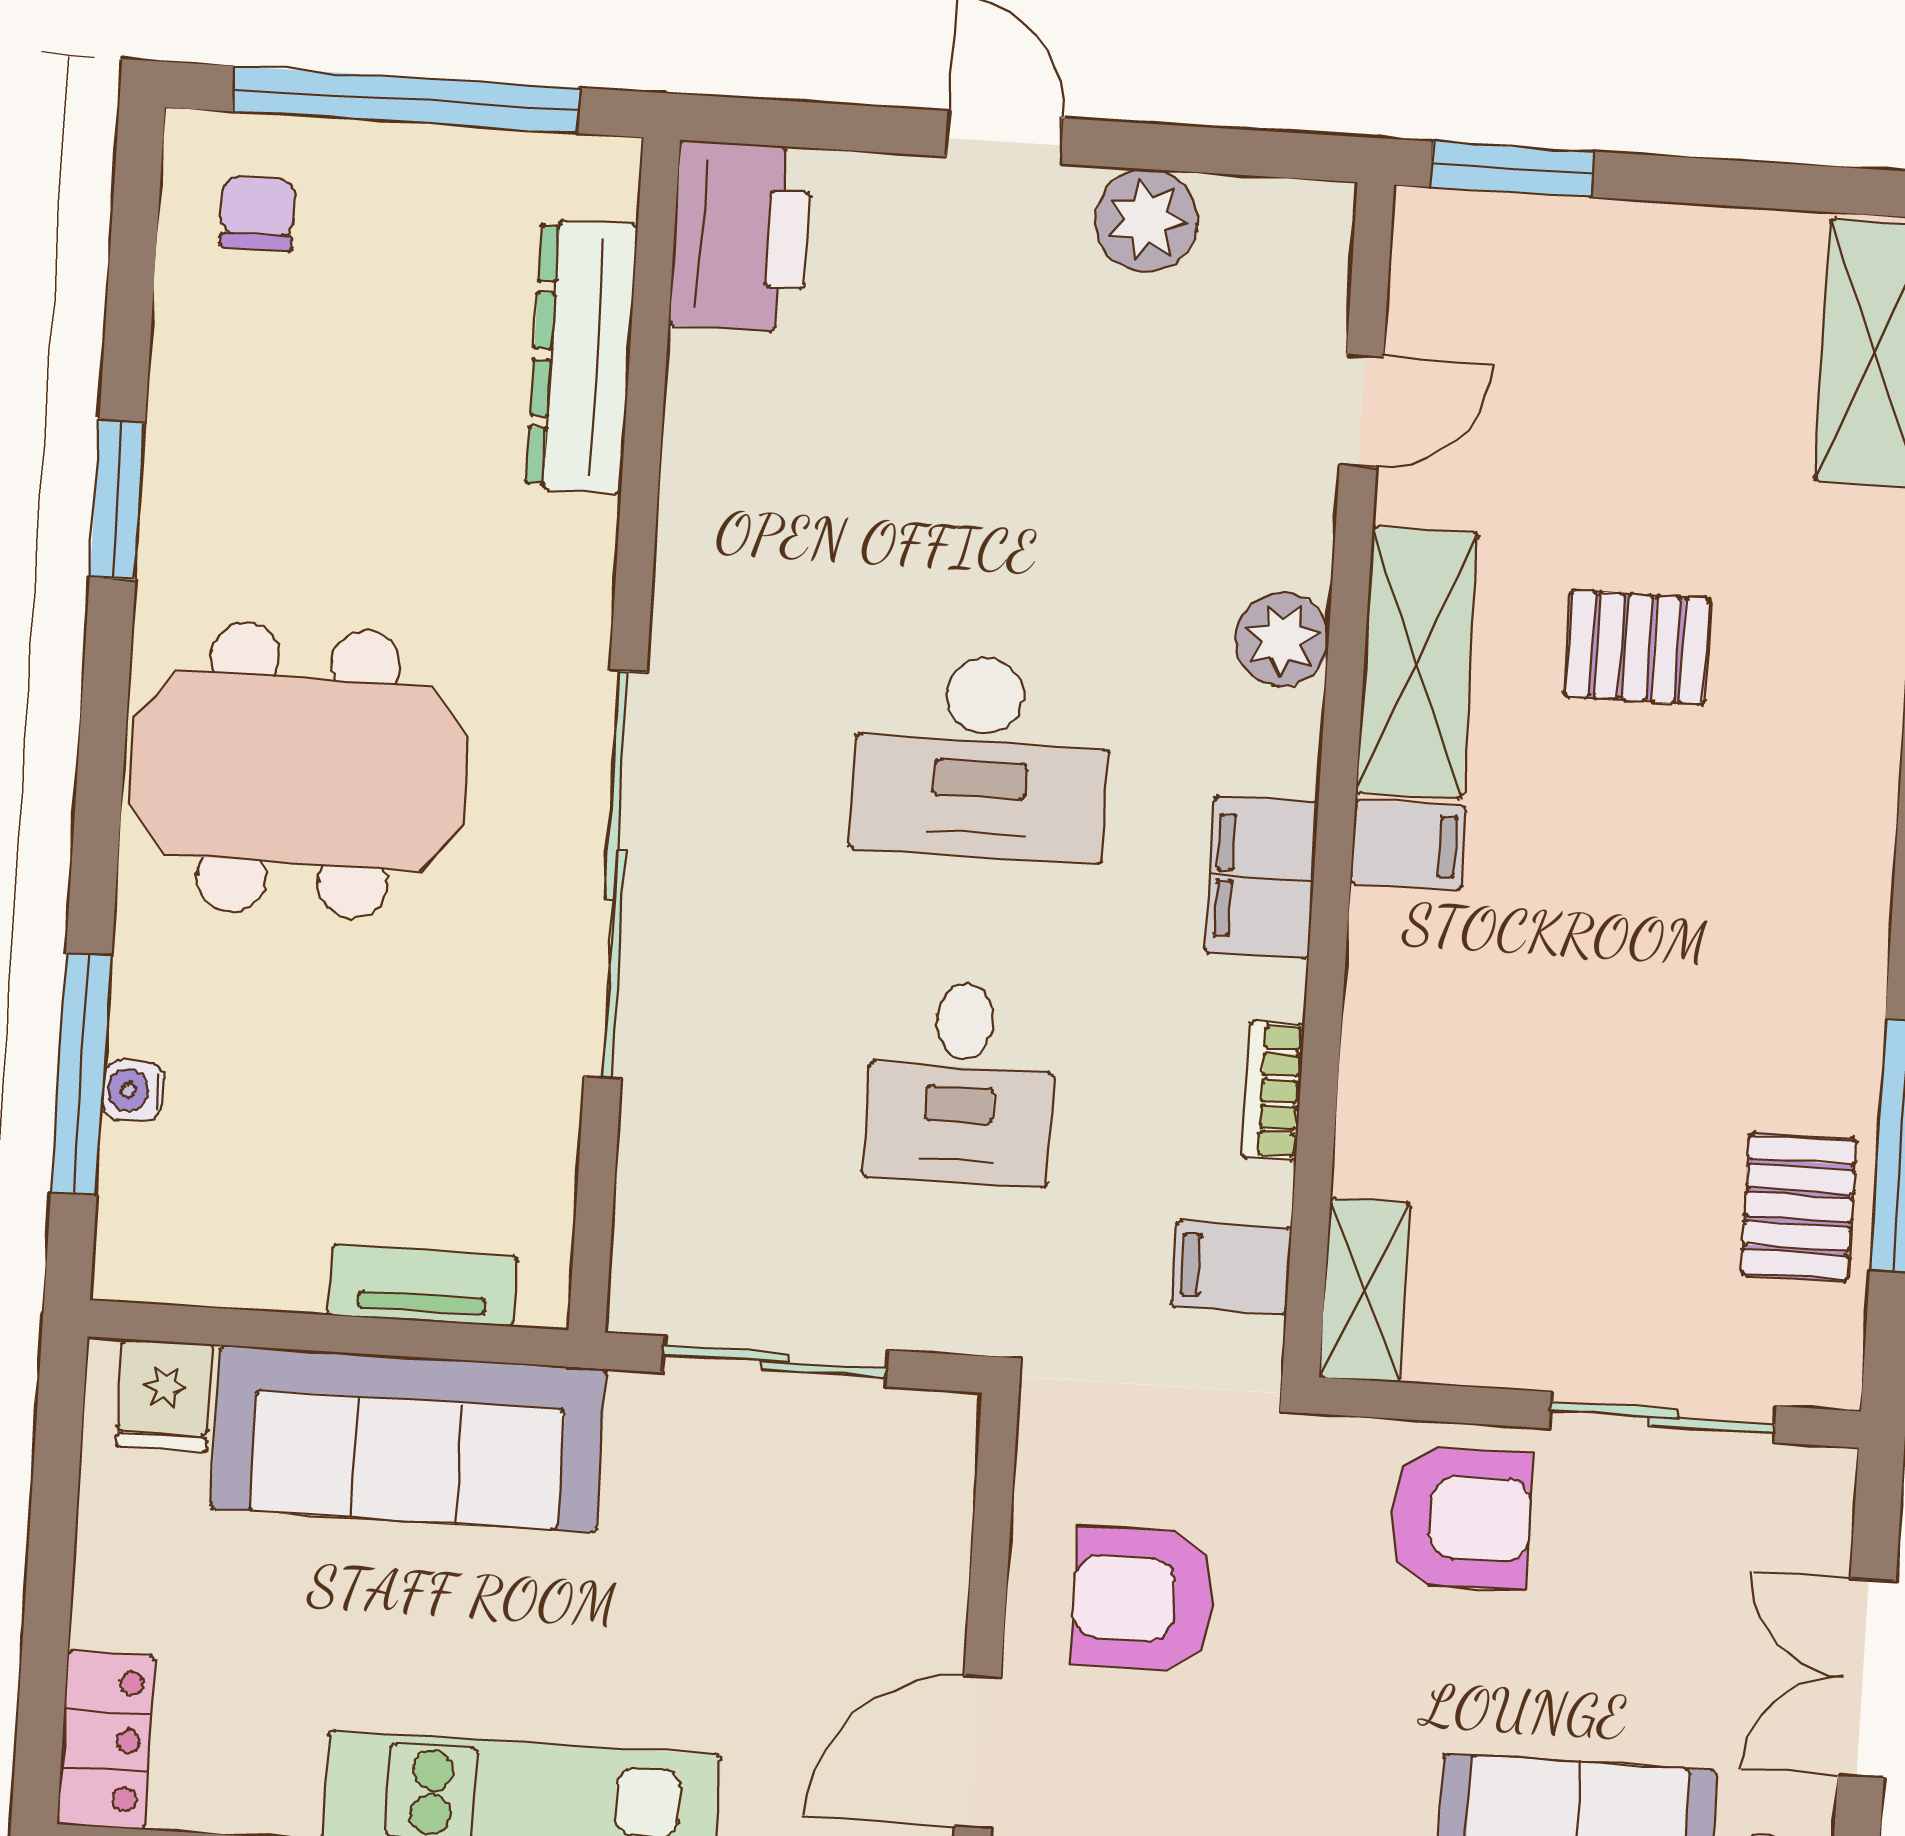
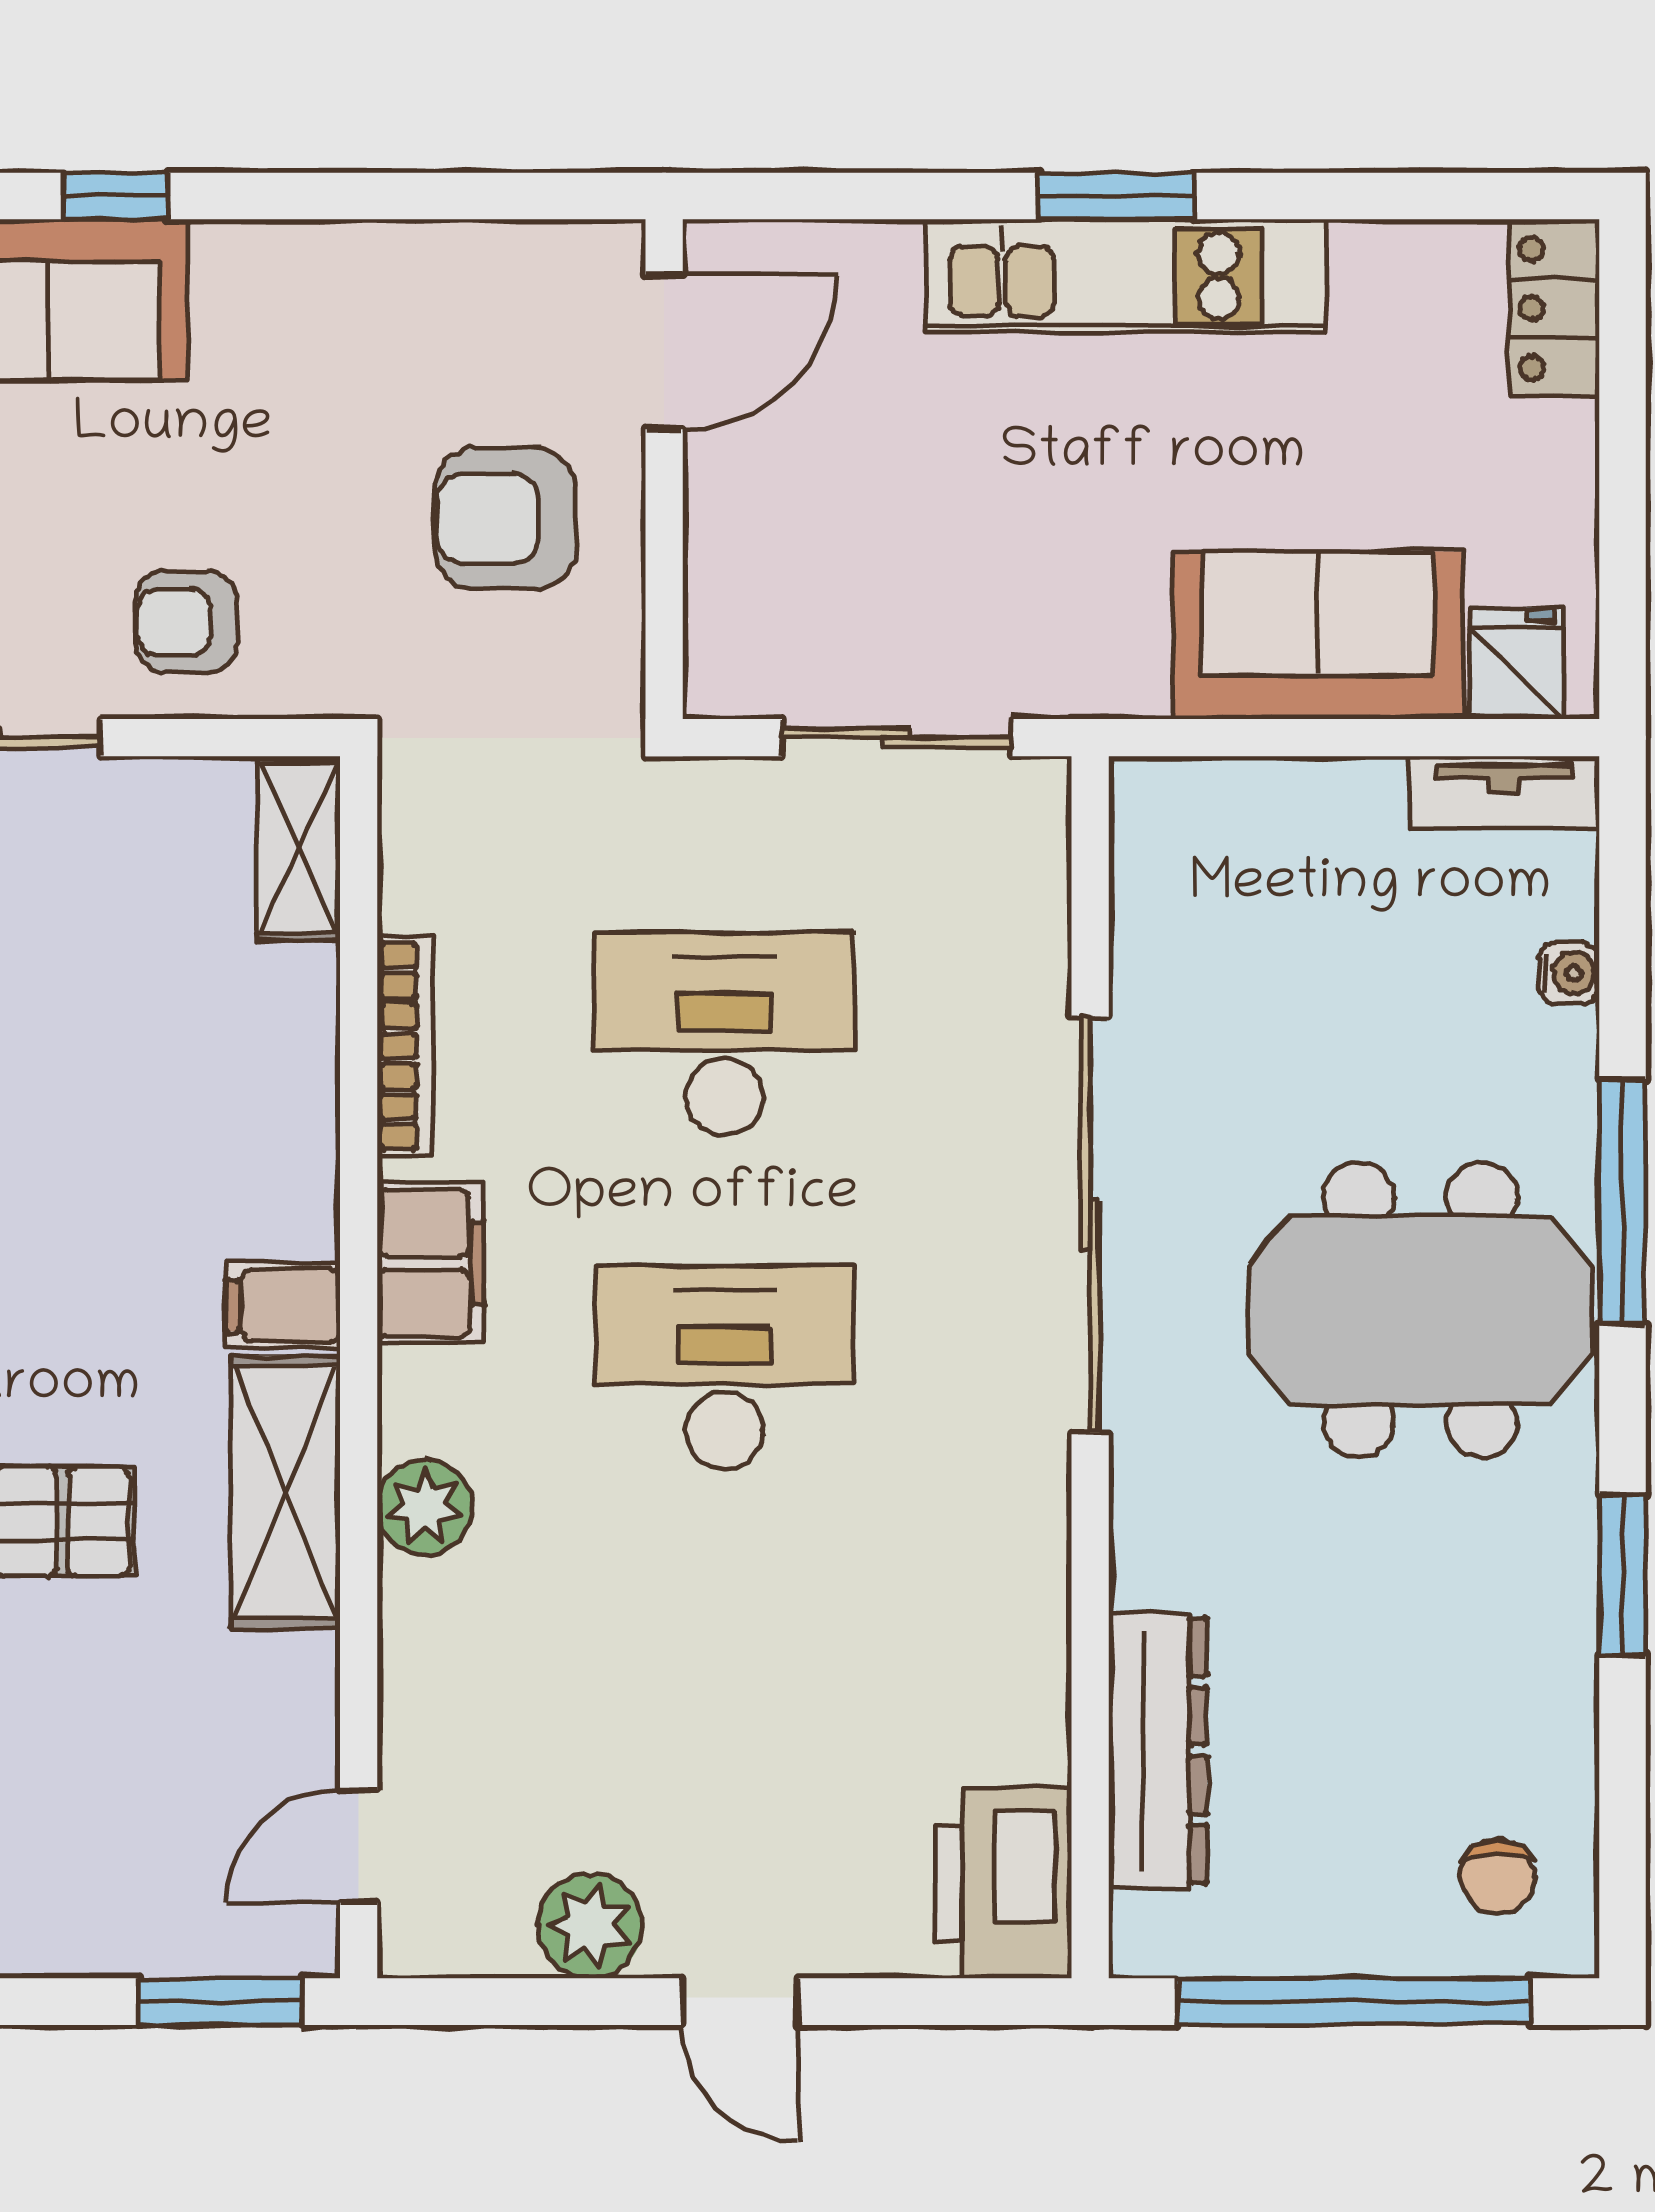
door: (1361, 411) -> (359, 1846), moved
window: (81, 1075) -> (1623, 1202), moved
desk: (961, 1083) -> (724, 1034), width x1.37
bookcase: (1273, 1091) -> (405, 1046), width x1.56
filing cabinet: (1231, 1267) -> (436, 863), removed
tv unit: (423, 1286) -> (1504, 792), moved
sofa: (408, 1439) -> (1318, 635), width x0.73
armchair: (1461, 1518) -> (186, 622), width x0.72, depth x0.72
armchair: (1143, 1599) -> (505, 518), turned 180

